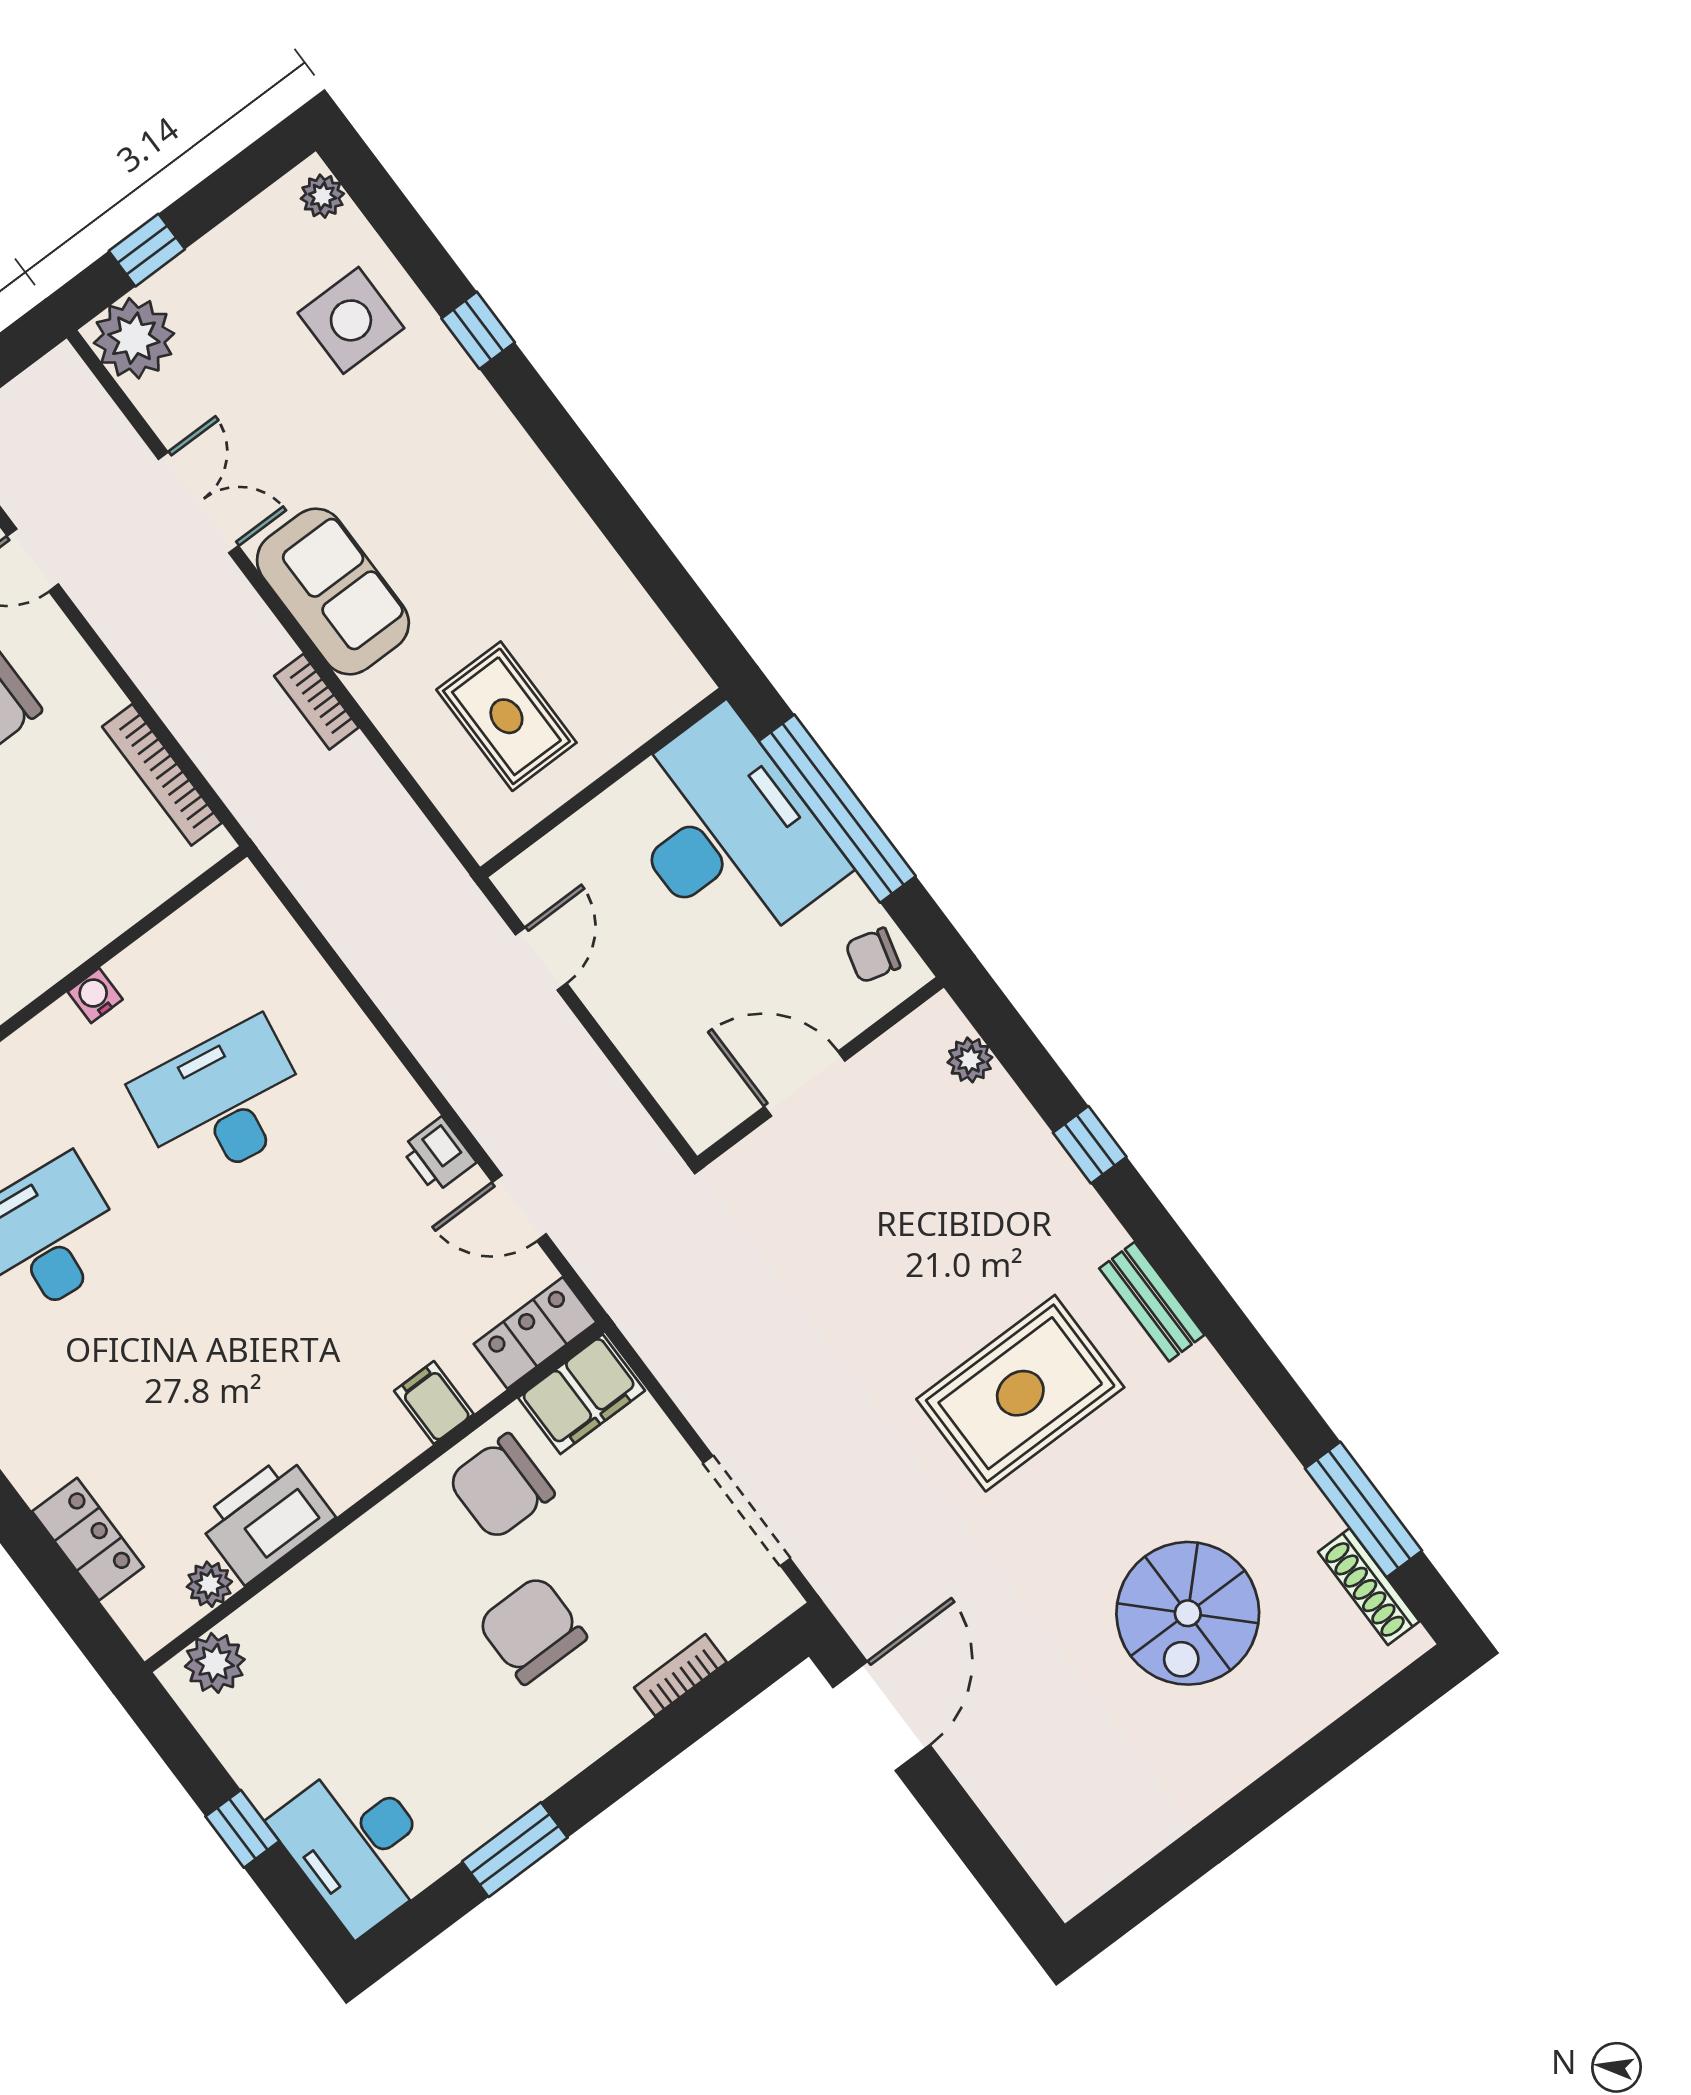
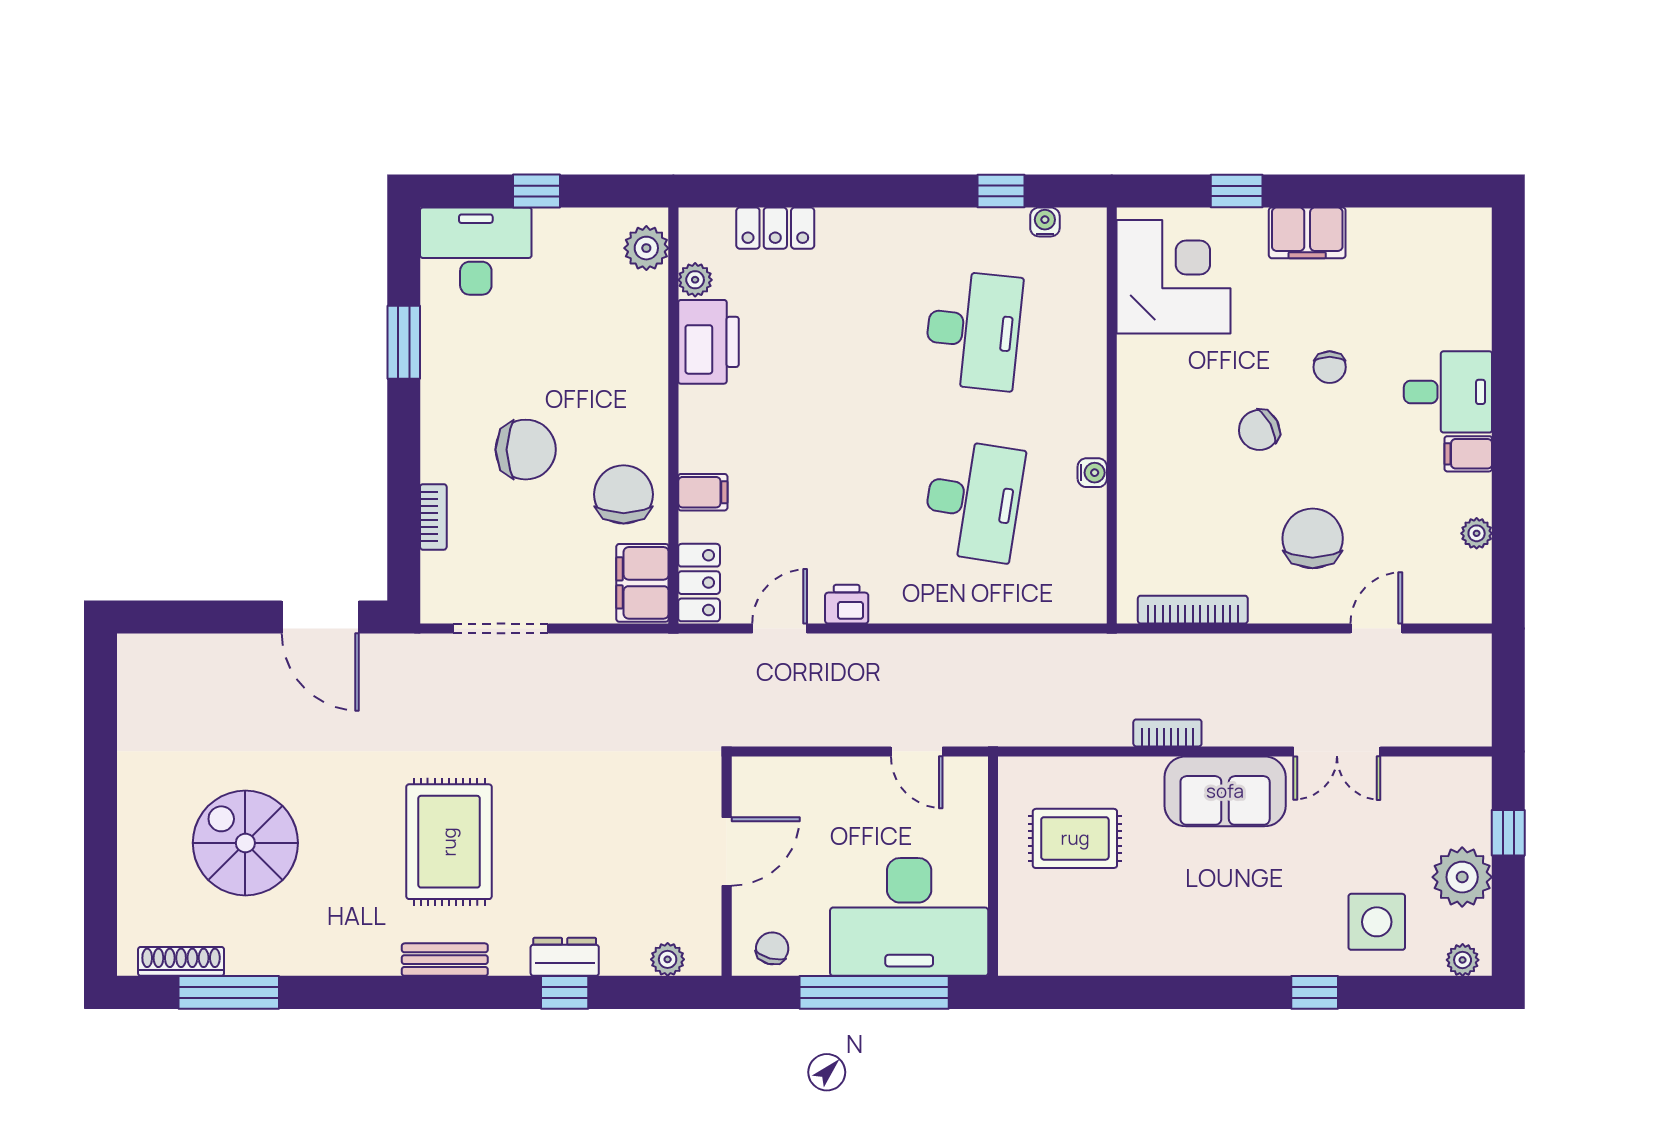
plant: (134, 338) -> (1462, 877), moved
dresser: (1051, 1174) -> (565, 957), added

